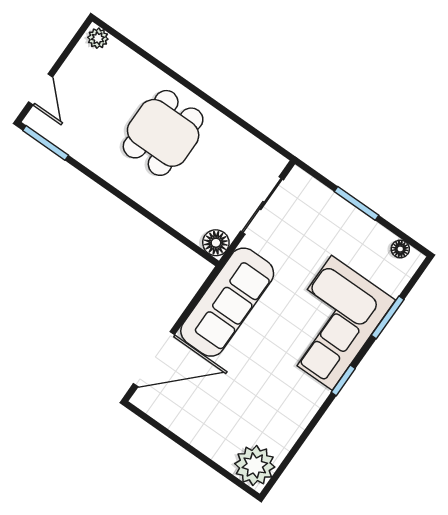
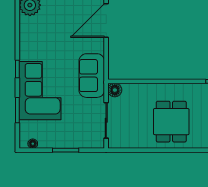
sofa: (227, 302) -> (92, 76), width x0.73

